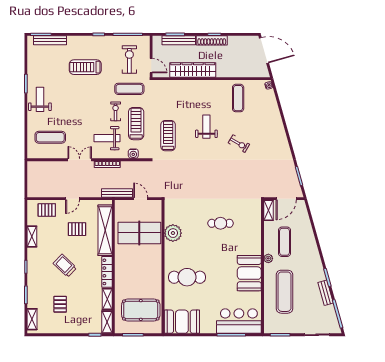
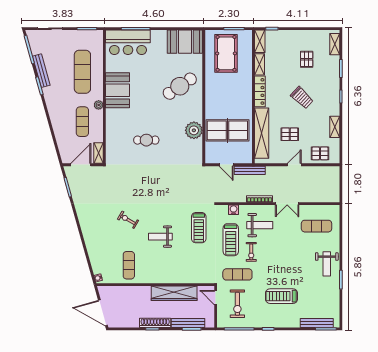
treadmill: (85, 67) -> (282, 296), turned 180
weight bench: (206, 127) -> (160, 237), turned 90
cafe table: (187, 277) -> (180, 86), turned -34
bench: (326, 293) -> (41, 71), width x1.36
pool table: (141, 310) -> (226, 53), turned 90

